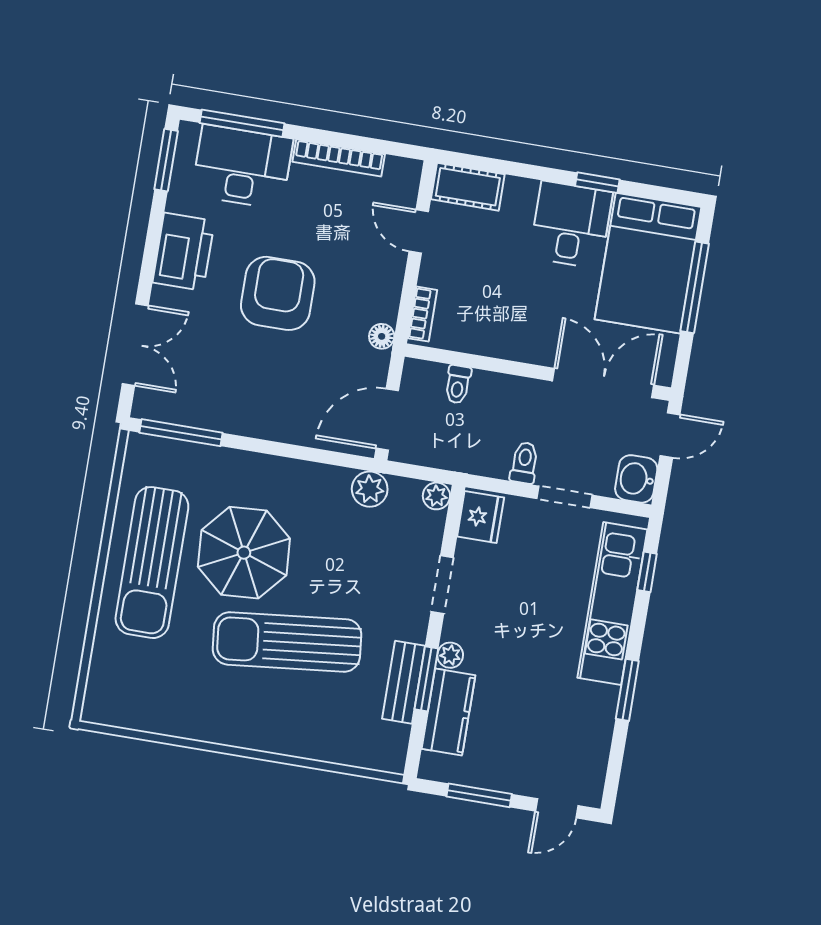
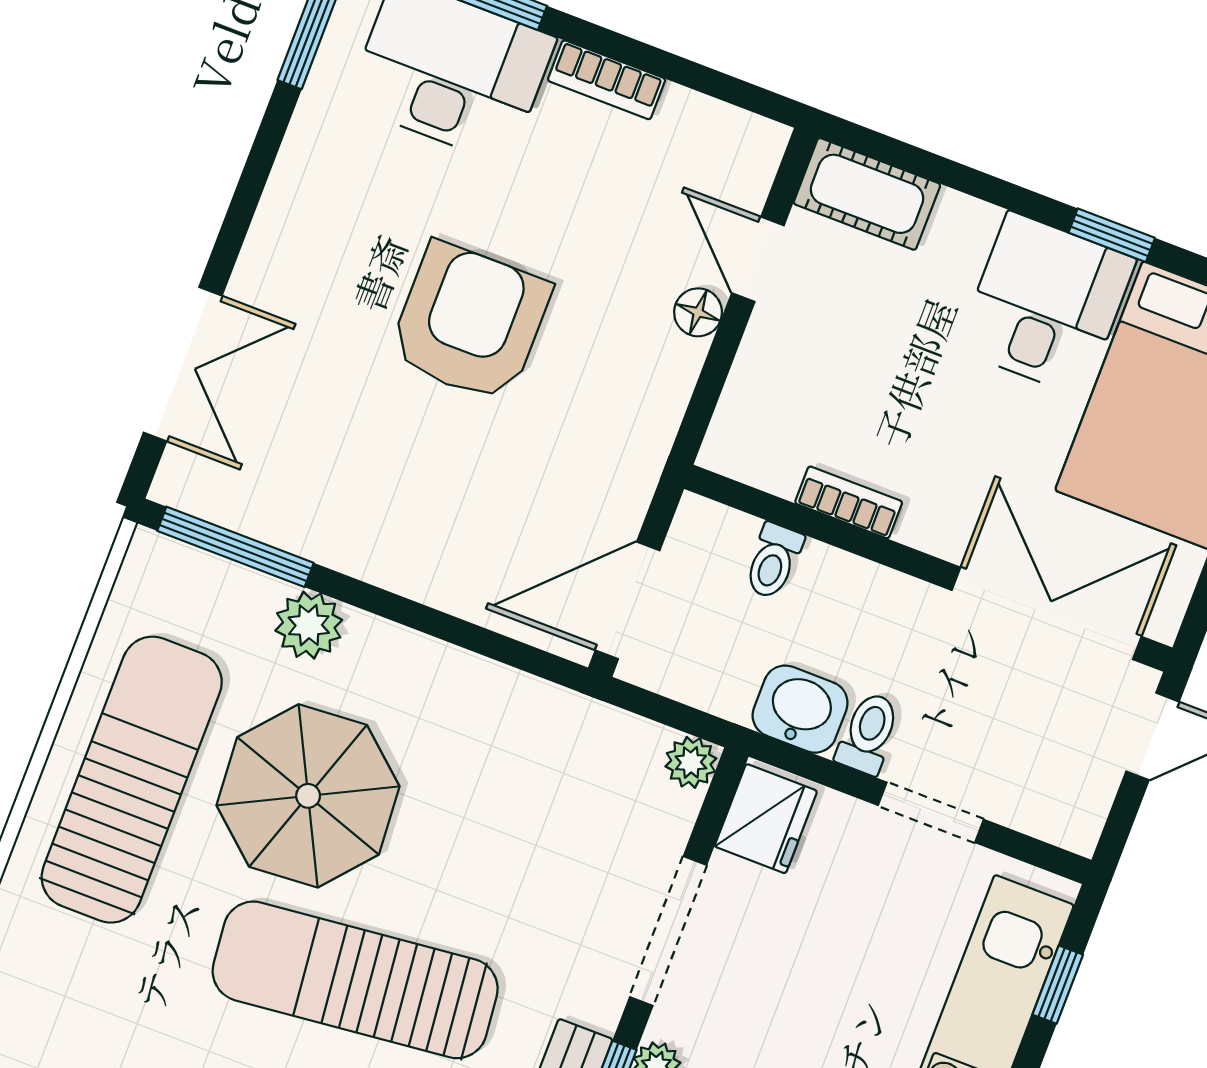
bookcase: (339, 158) -> (607, 80), width x0.64
printer: (184, 252) -> (309, 208), removed
bookcase: (422, 314) -> (849, 502), moved, turned -90
floor lamp: (382, 336) -> (698, 312), moved
washbasin: (636, 479) -> (800, 709), moved, turned 90
plant: (370, 489) -> (309, 625), moved
sun lounger: (152, 563) -> (132, 780), turned 180
doorway: (442, 585) -> (668, 931), width x1.38

